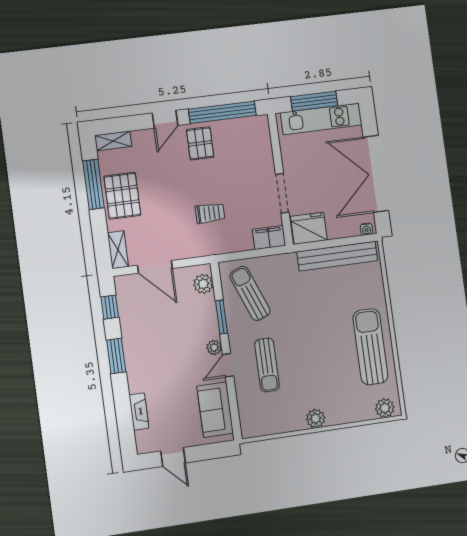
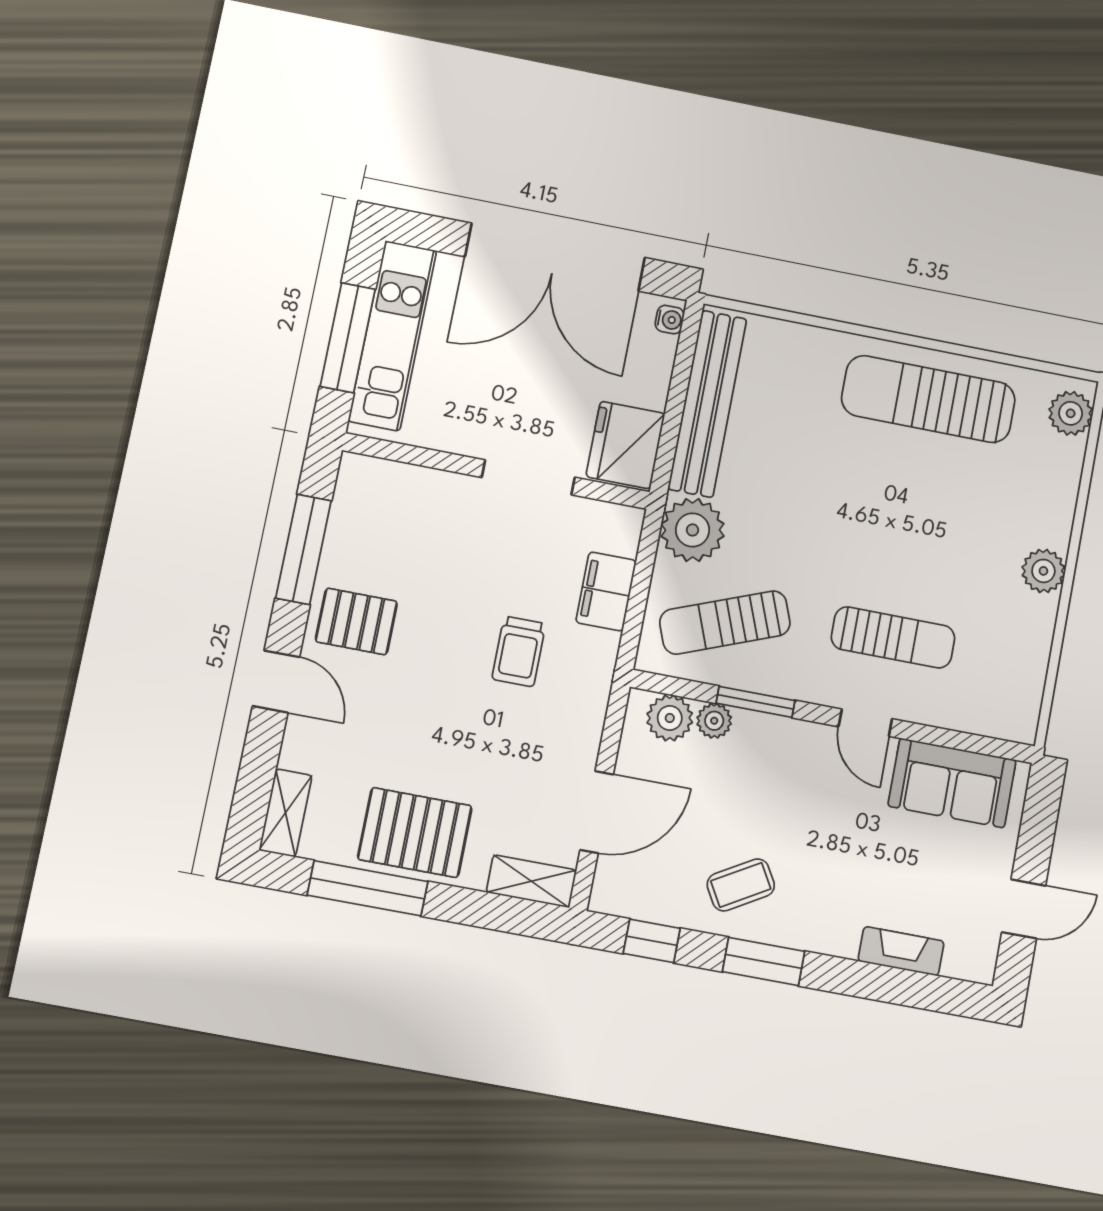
window: (222, 112) -> (304, 549), width x0.68
trolley: (210, 213) -> (519, 651), turned 180
filing cabinet: (269, 237) -> (606, 591), moved
plant: (283, 267) -> (693, 530), added
coffee table: (144, 336) -> (741, 885), added
plant: (214, 347) -> (714, 721), moved

